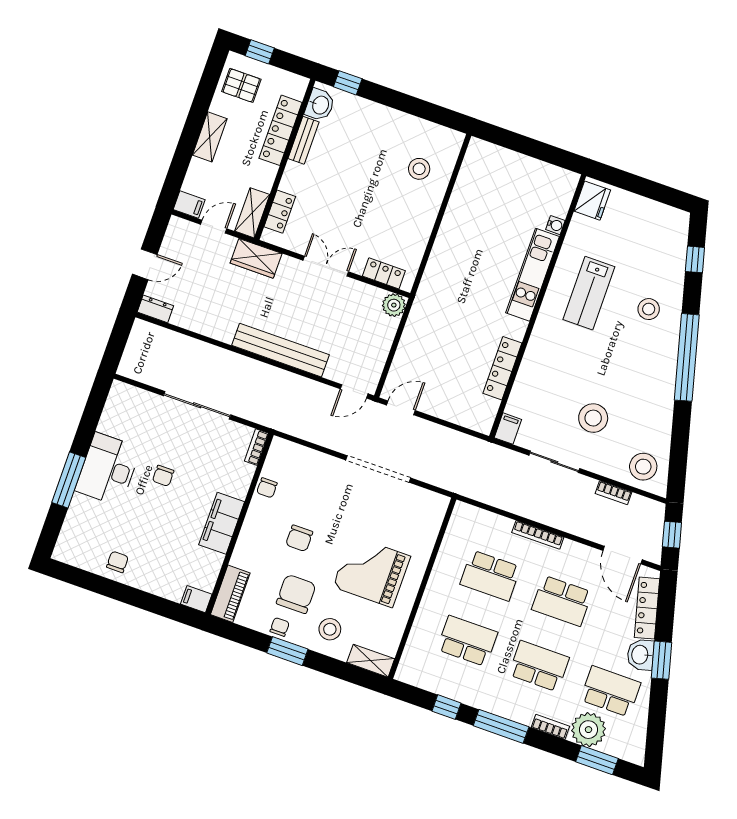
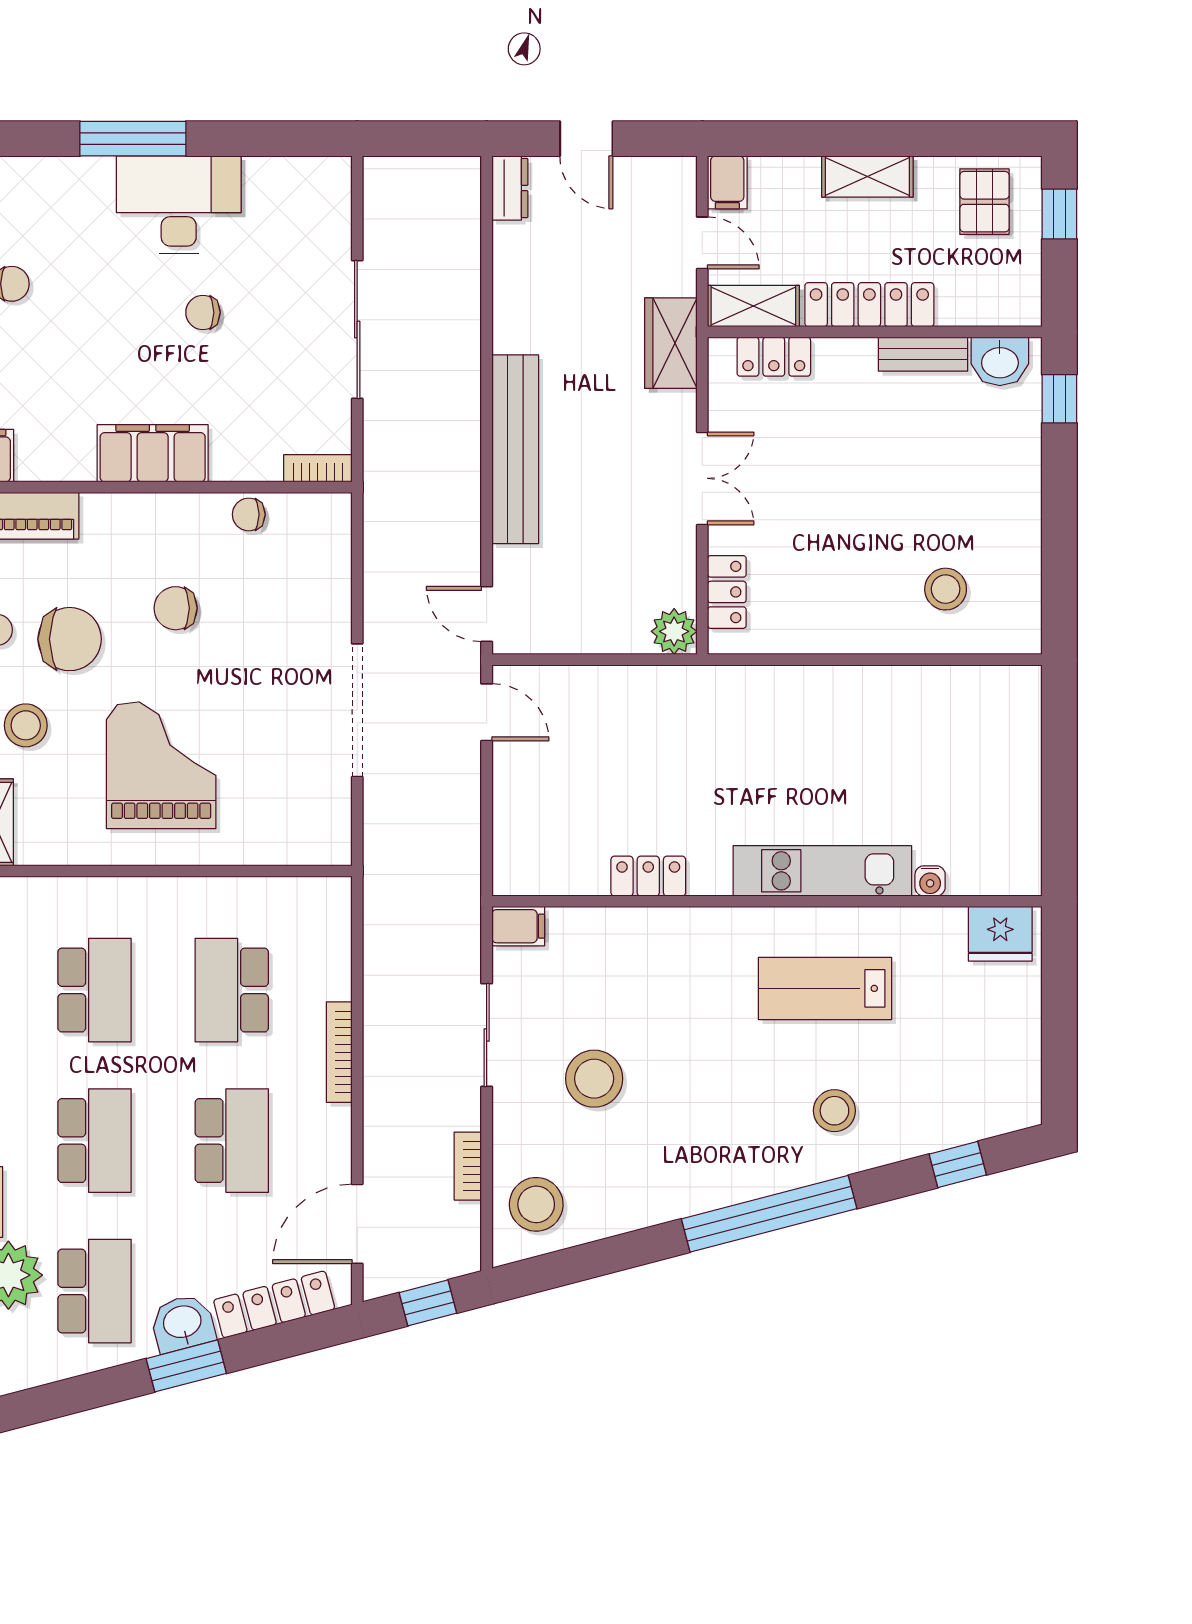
locker: (281, 130) -> (869, 305), moved
locker: (502, 368) -> (648, 876), width x0.66
school desk: (562, 601) -> (232, 1141), turned 180

